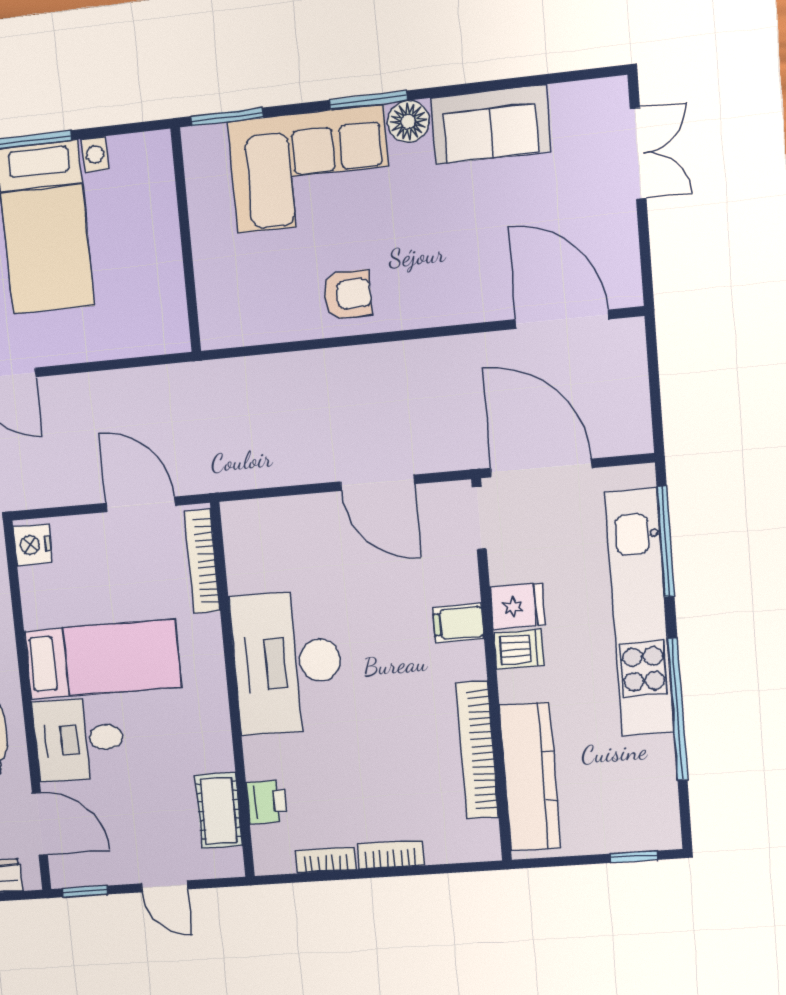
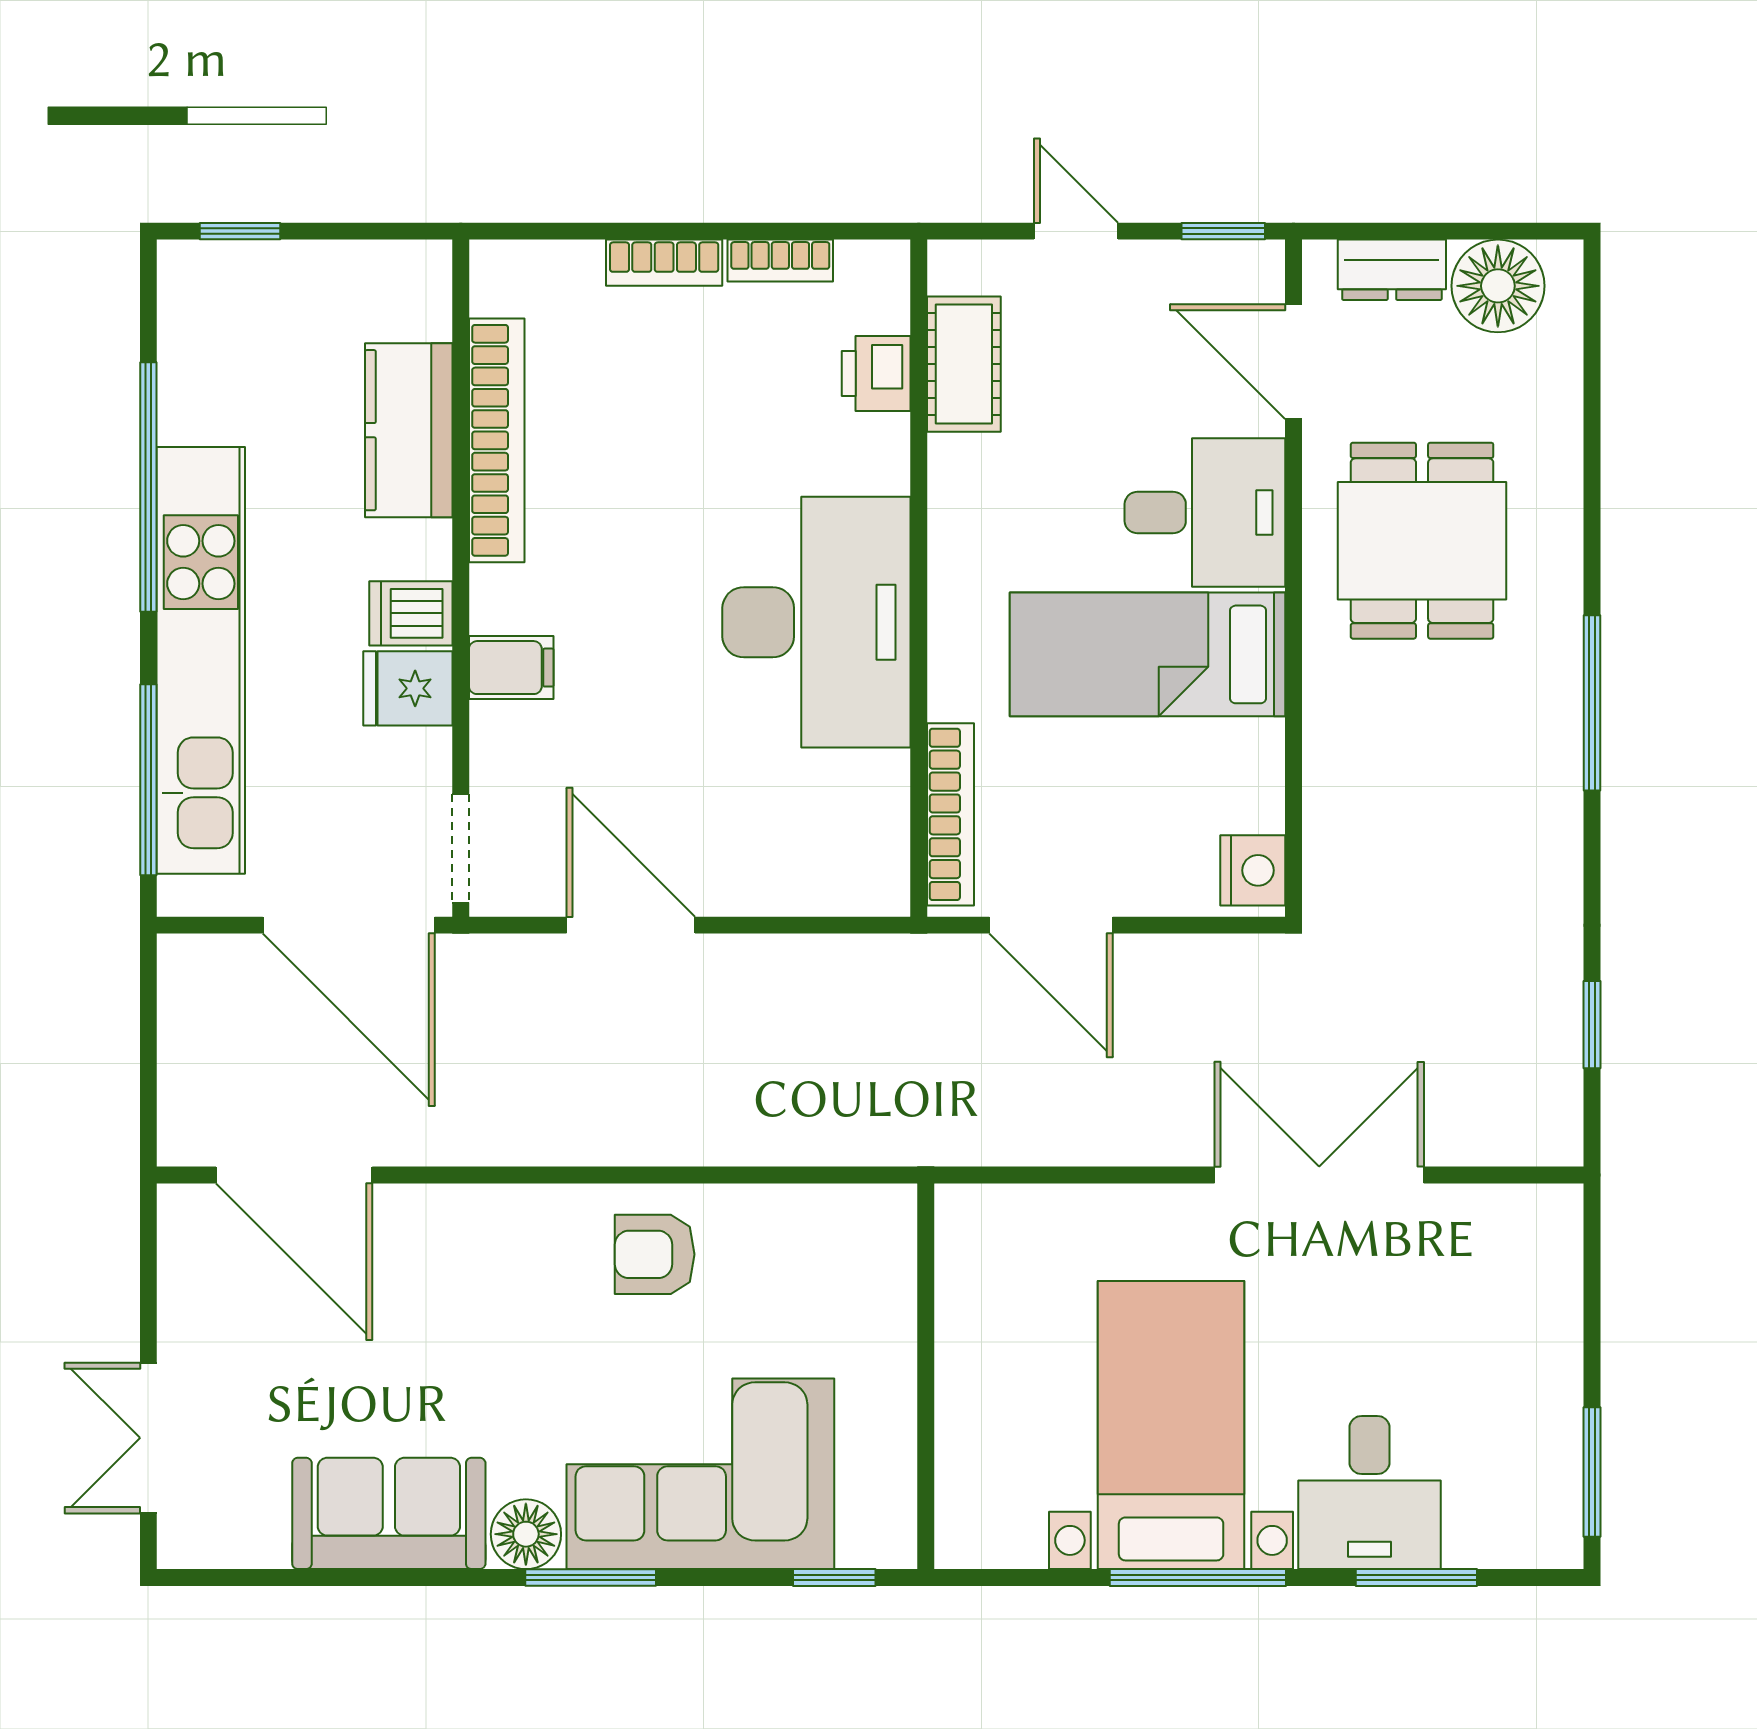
window: (227, 117) -> (834, 1578), width x0.67
kitchen counter: (530, 777) -> (409, 430), width x0.67

